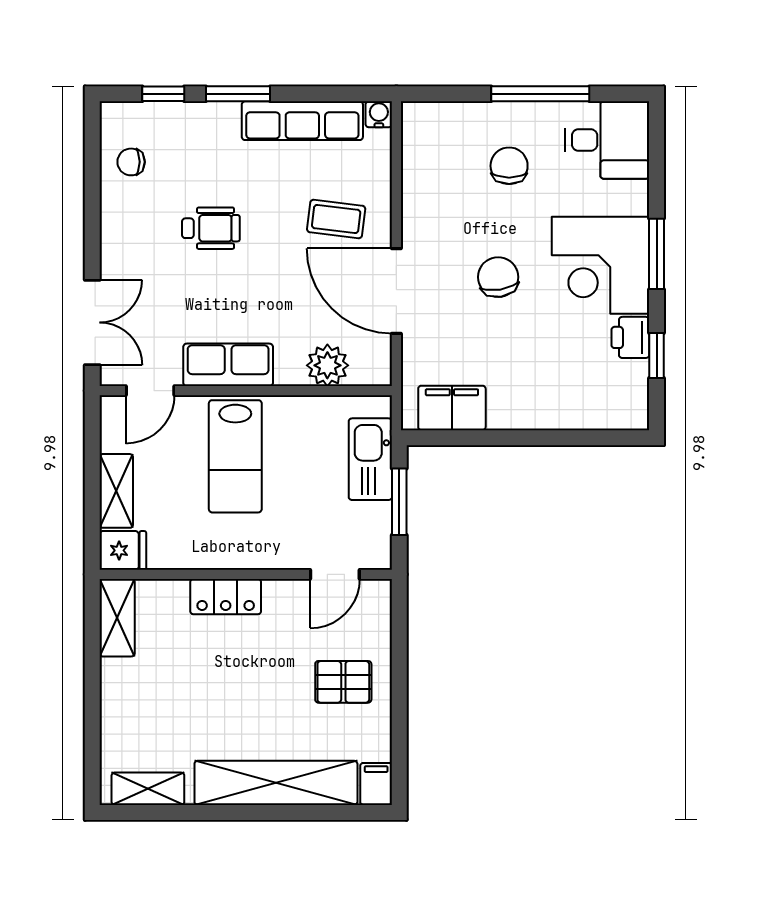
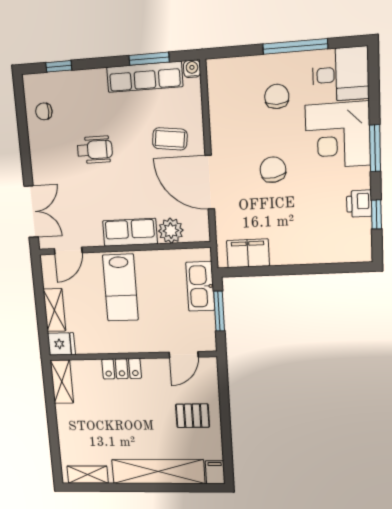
window: (238, 94) -> (149, 59), moved
corner desk: (601, 265) -> (338, 135), moved
row of seats: (228, 365) -> (130, 232), moved

